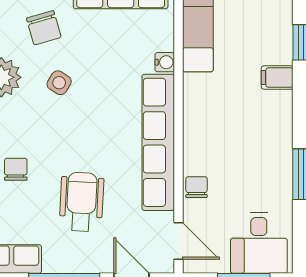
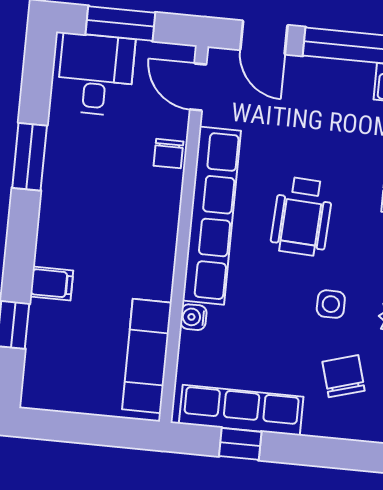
side table: (59, 83) -> (331, 304), turned -32
wheelchair: (82, 202) -> (302, 216), moved

